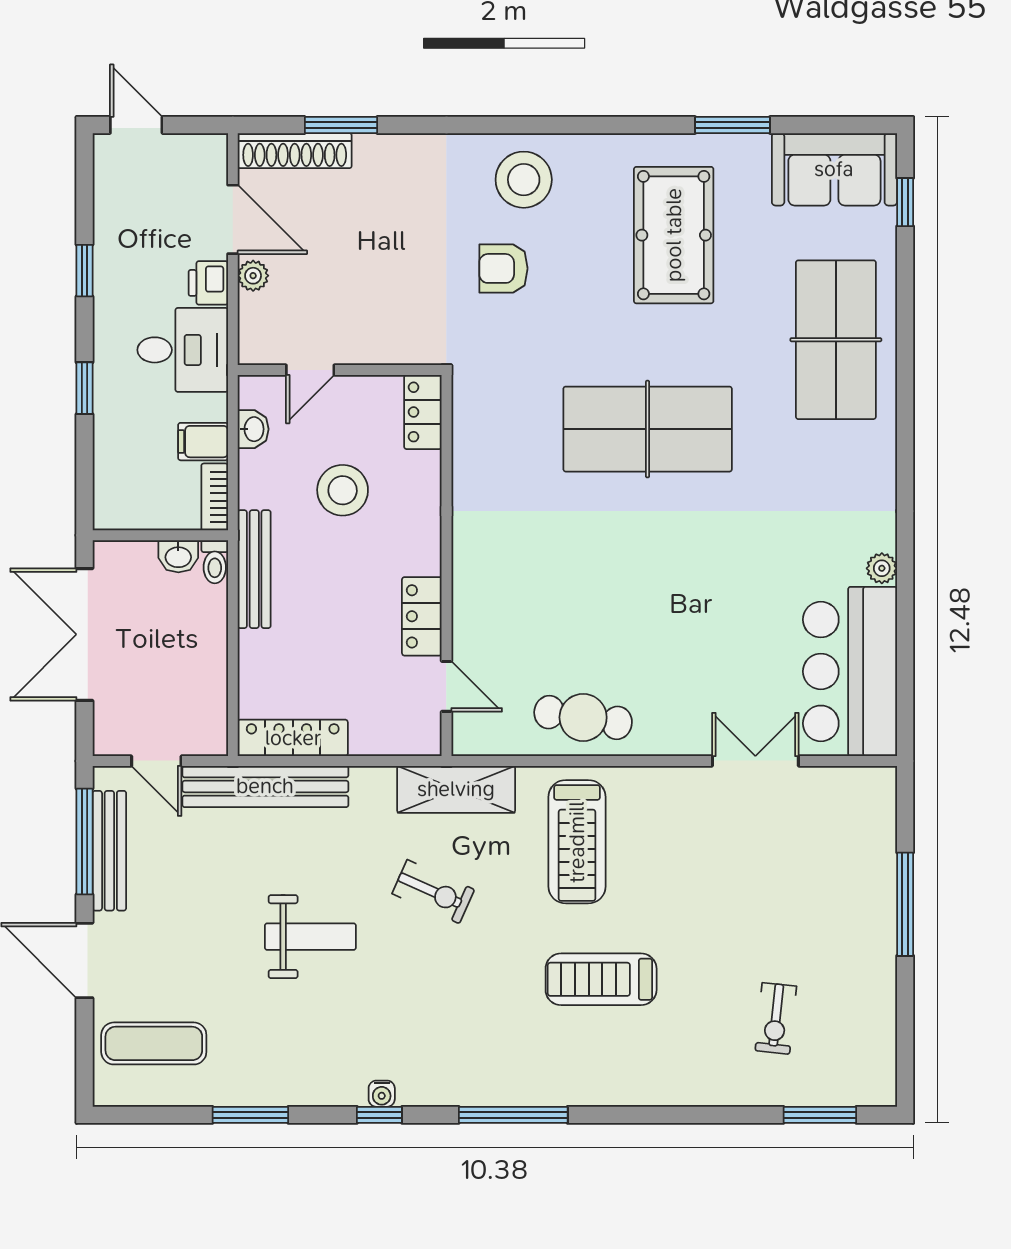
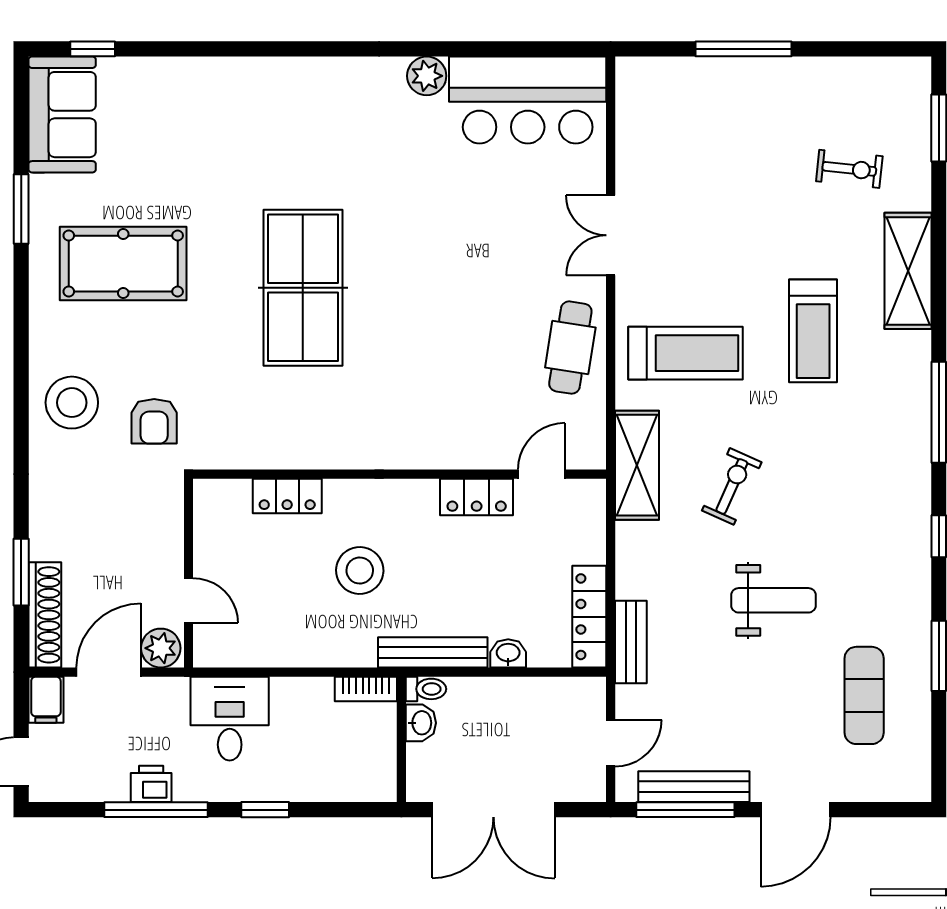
window: (85, 271) -> (156, 810), width x2.17
plant: (253, 276) -> (161, 648), width x1.38, depth x1.38
printer: (208, 283) -> (151, 784), moved, turned 180
table tennis table: (836, 340) -> (220, 113), removed
door: (310, 370) -> (188, 601), moved
wall: (340, 370) -> (188, 573), moved
washbasin: (253, 429) -> (508, 653), moved
filing cabinet: (203, 442) -> (46, 700), moved
plant: (882, 568) -> (427, 76), width x1.38, depth x1.38
double door: (755, 761) -> (611, 235), moved
bench: (265, 786) -> (631, 642), width x0.54, depth x0.82
weight bench: (310, 937) -> (774, 600), turned 90
exercise mat: (154, 1043) -> (864, 695), moved
shelving: (666, 1082) -> (908, 271), added
water cooler: (382, 1094) -> (919, 534), removed

